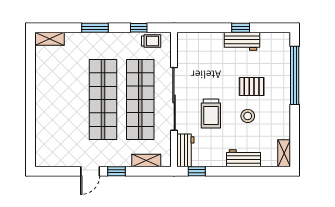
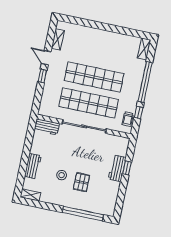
window: (95, 28) -> (145, 82), width x2.11
window: (241, 28) -> (127, 168), moved
workbench: (242, 41) -> (117, 168), moved
trolley: (211, 114) -> (69, 150), removed
shelving: (146, 161) -> (58, 39), moved
window: (197, 171) -> (31, 132), removed

